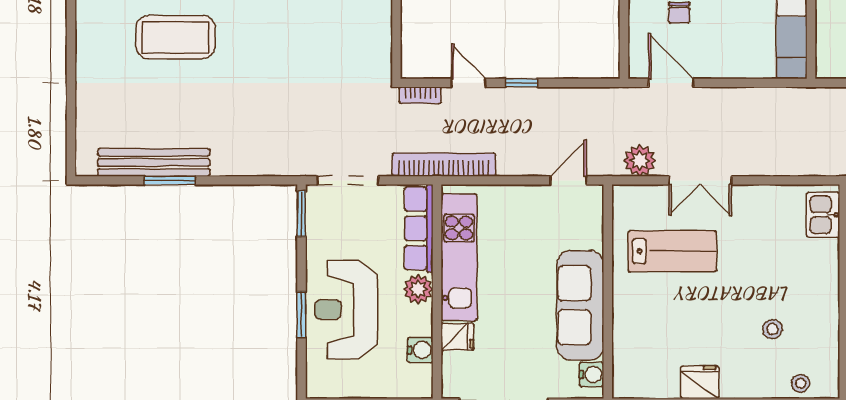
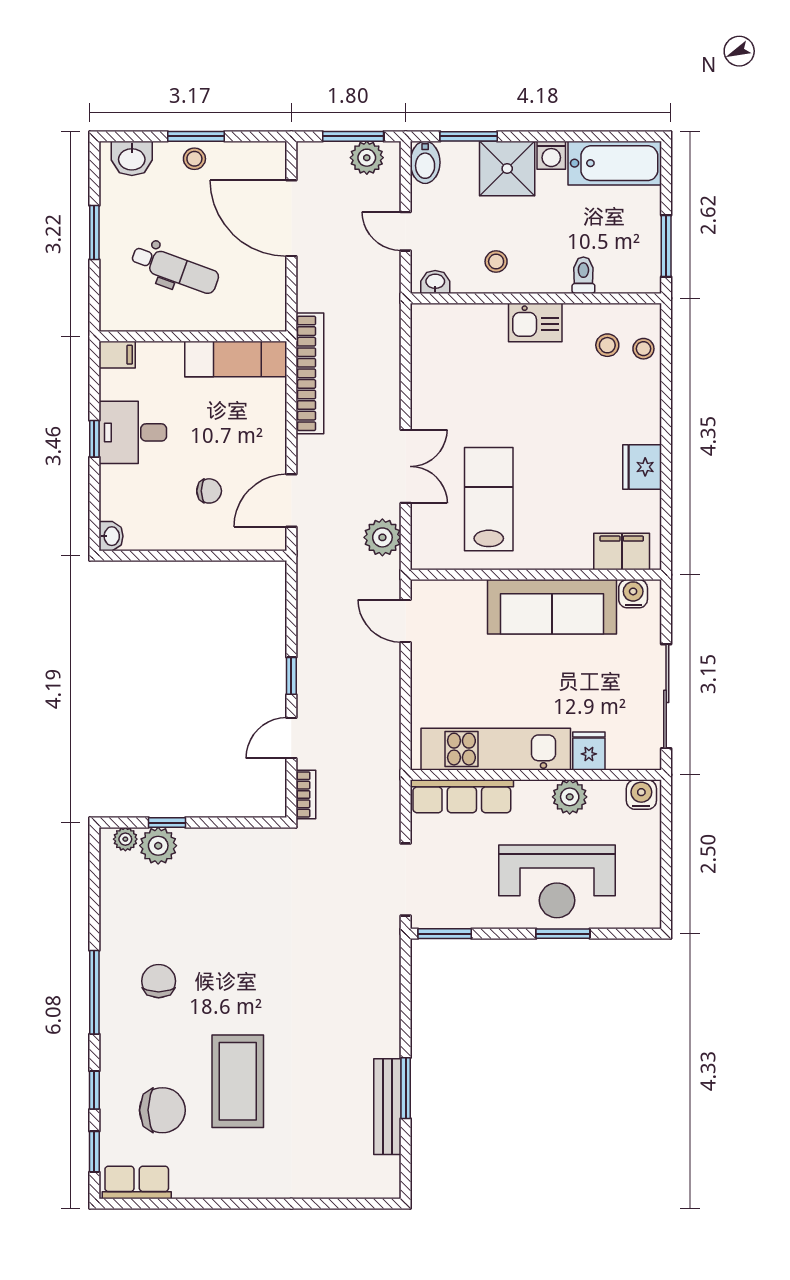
bench: (154, 162) -> (387, 1107), width x0.73, depth x0.82
bookcase: (444, 165) -> (310, 373), moved, turned 180
kitchen sink: (823, 215) -> (535, 322), moved
plant: (418, 289) -> (570, 797), moved
stool: (772, 329) -> (607, 345), moved
water cooler: (420, 350) -> (641, 795), moved
filing cabinet: (628, 365) -> (622, 551), added

